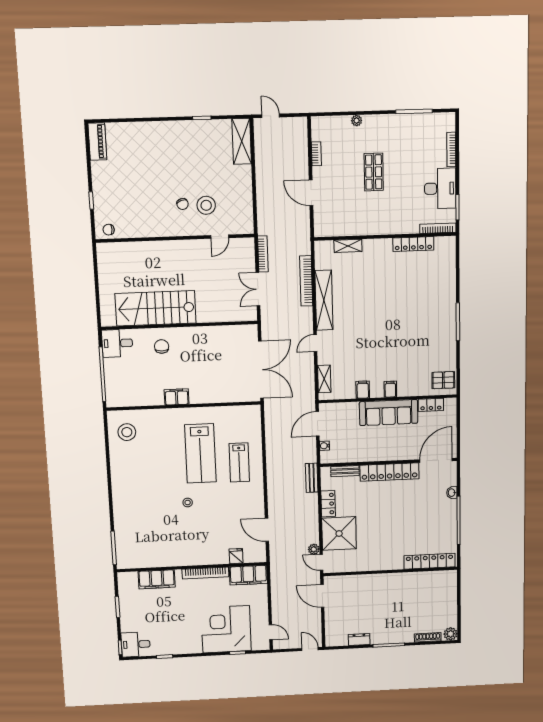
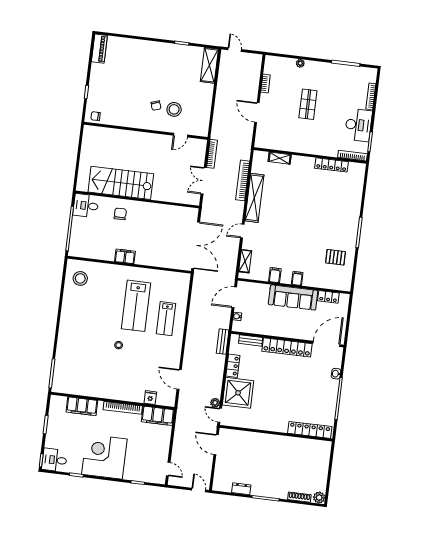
pallet: (443, 380) -> (335, 257), moved
corner desk: (226, 629) -> (104, 457), moved

